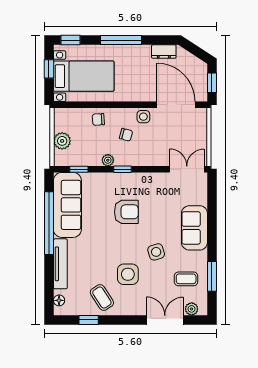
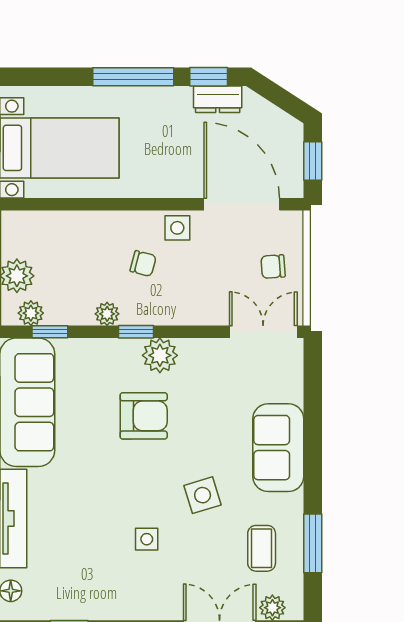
window: (70, 40) -> (209, 77), moved
chair: (98, 119) -> (273, 267), moved
plant: (69, 160) -> (31, 313), added
plant: (135, 181) -> (160, 355), added
side table: (128, 274) -> (147, 539), width x0.54, depth x0.54
coffee table: (186, 279) -> (262, 548), turned 90
coffee table: (102, 297) -> (95, 585), removed

